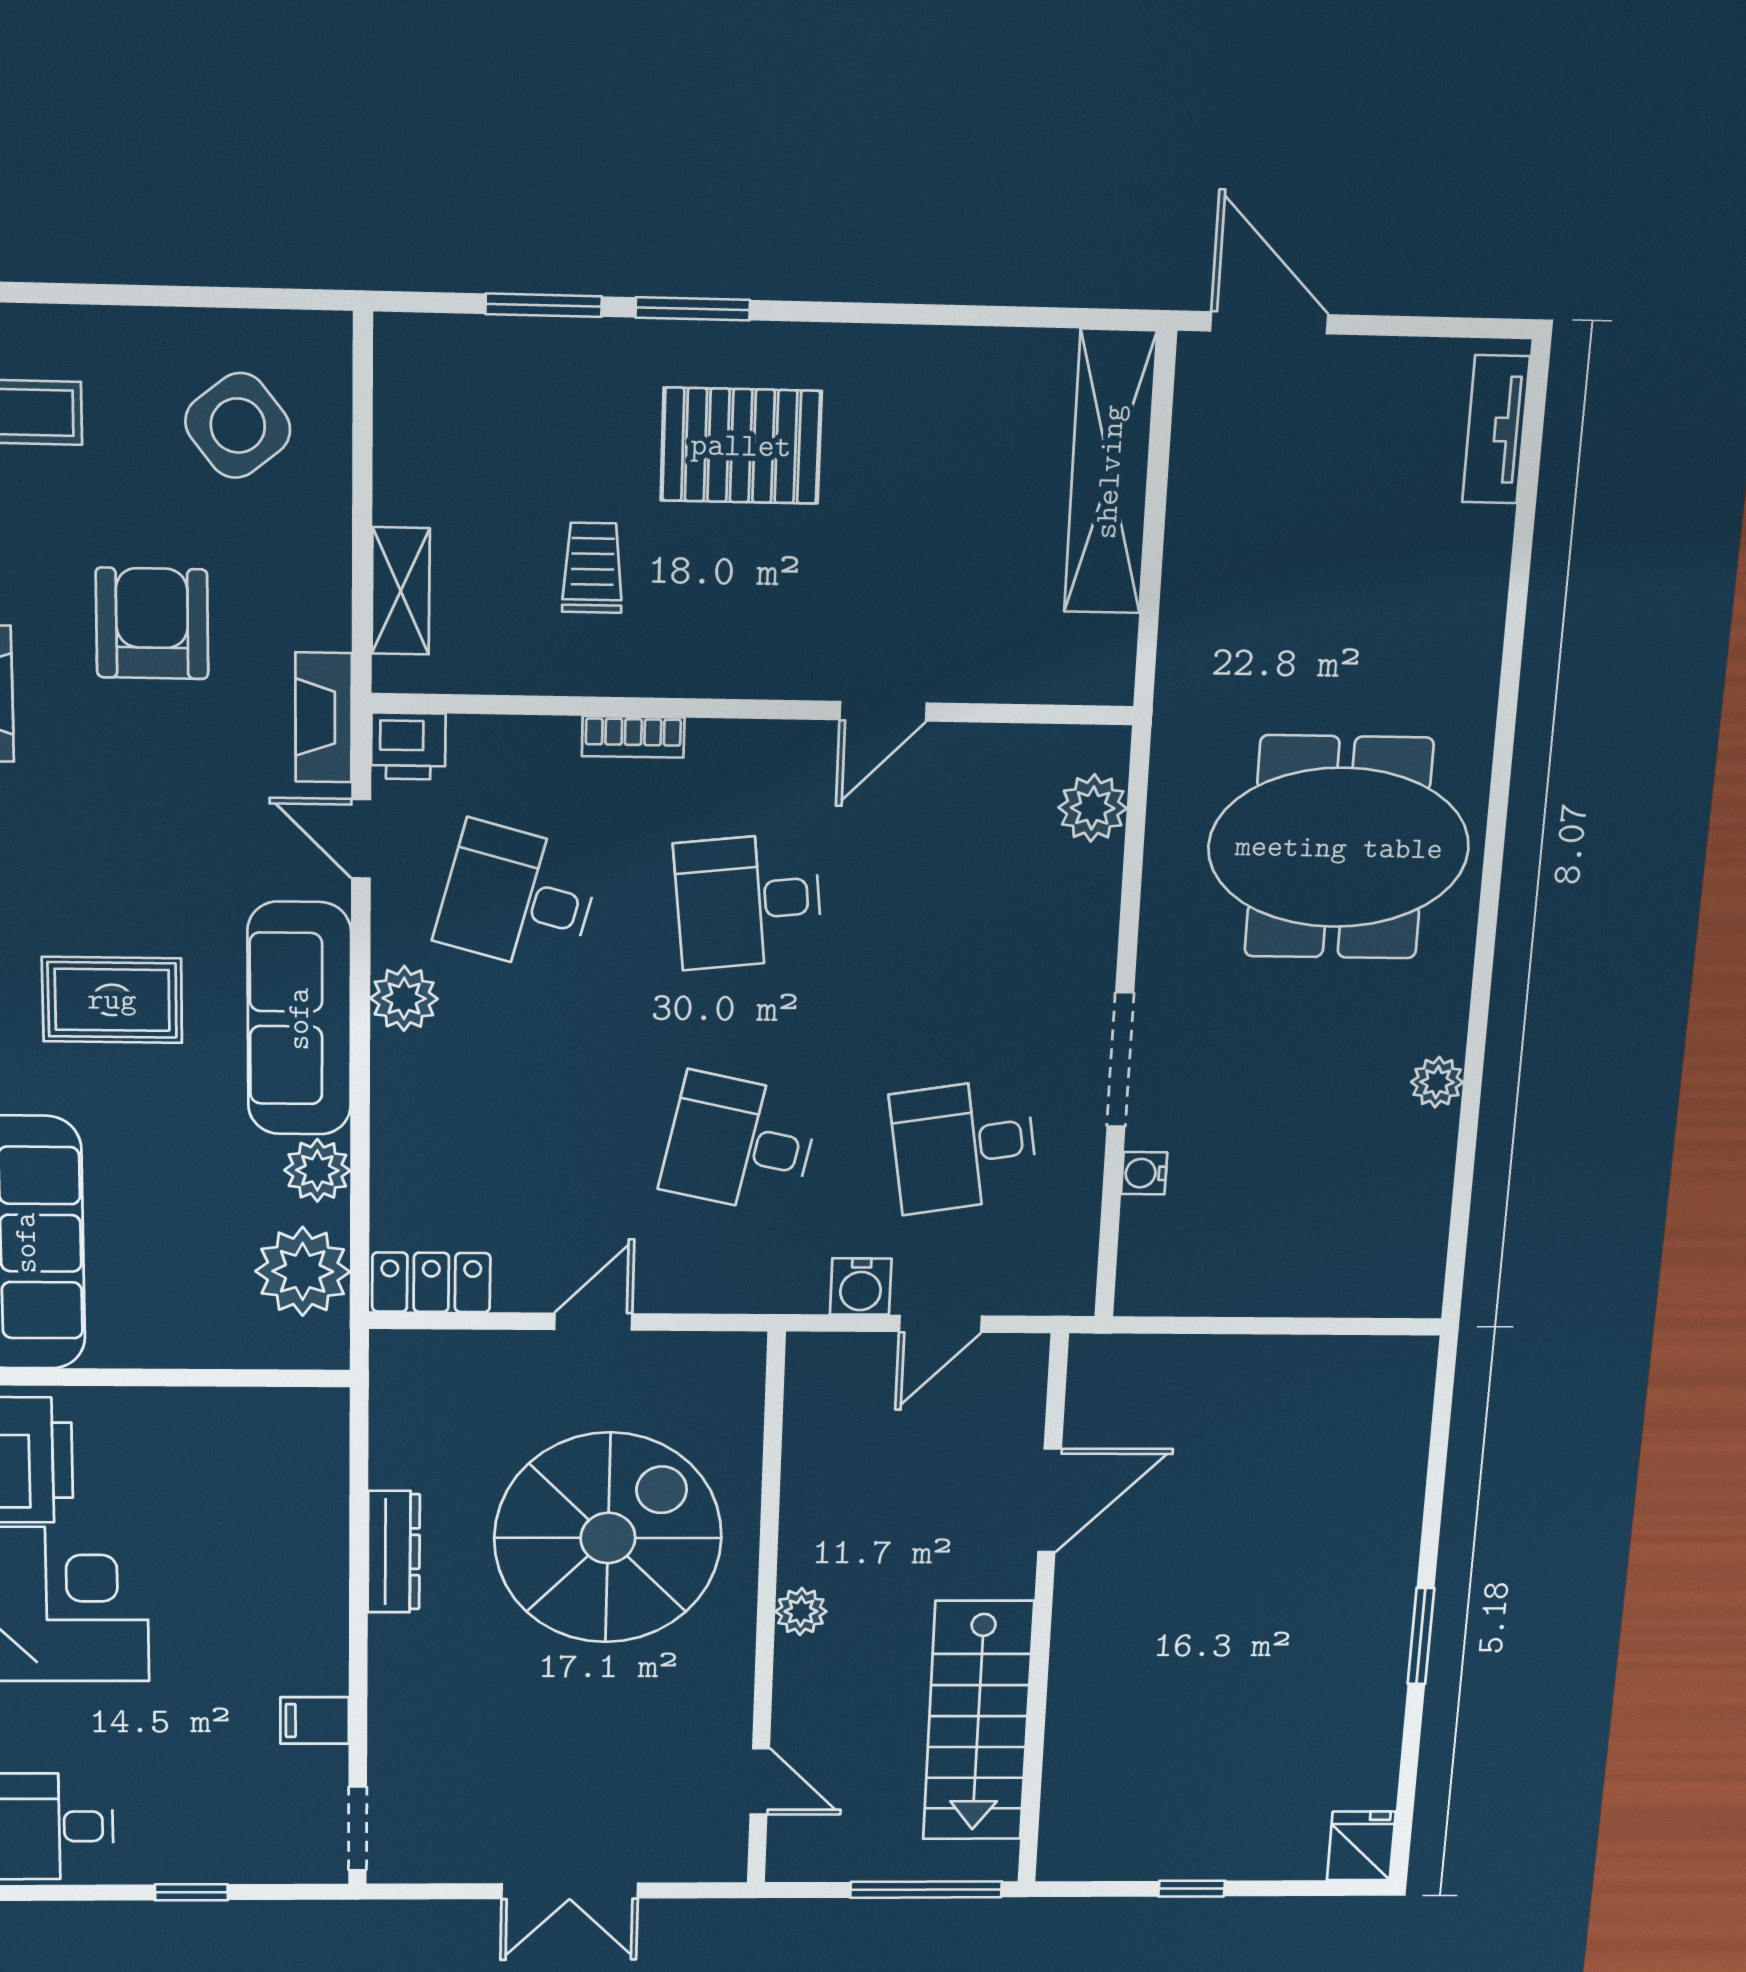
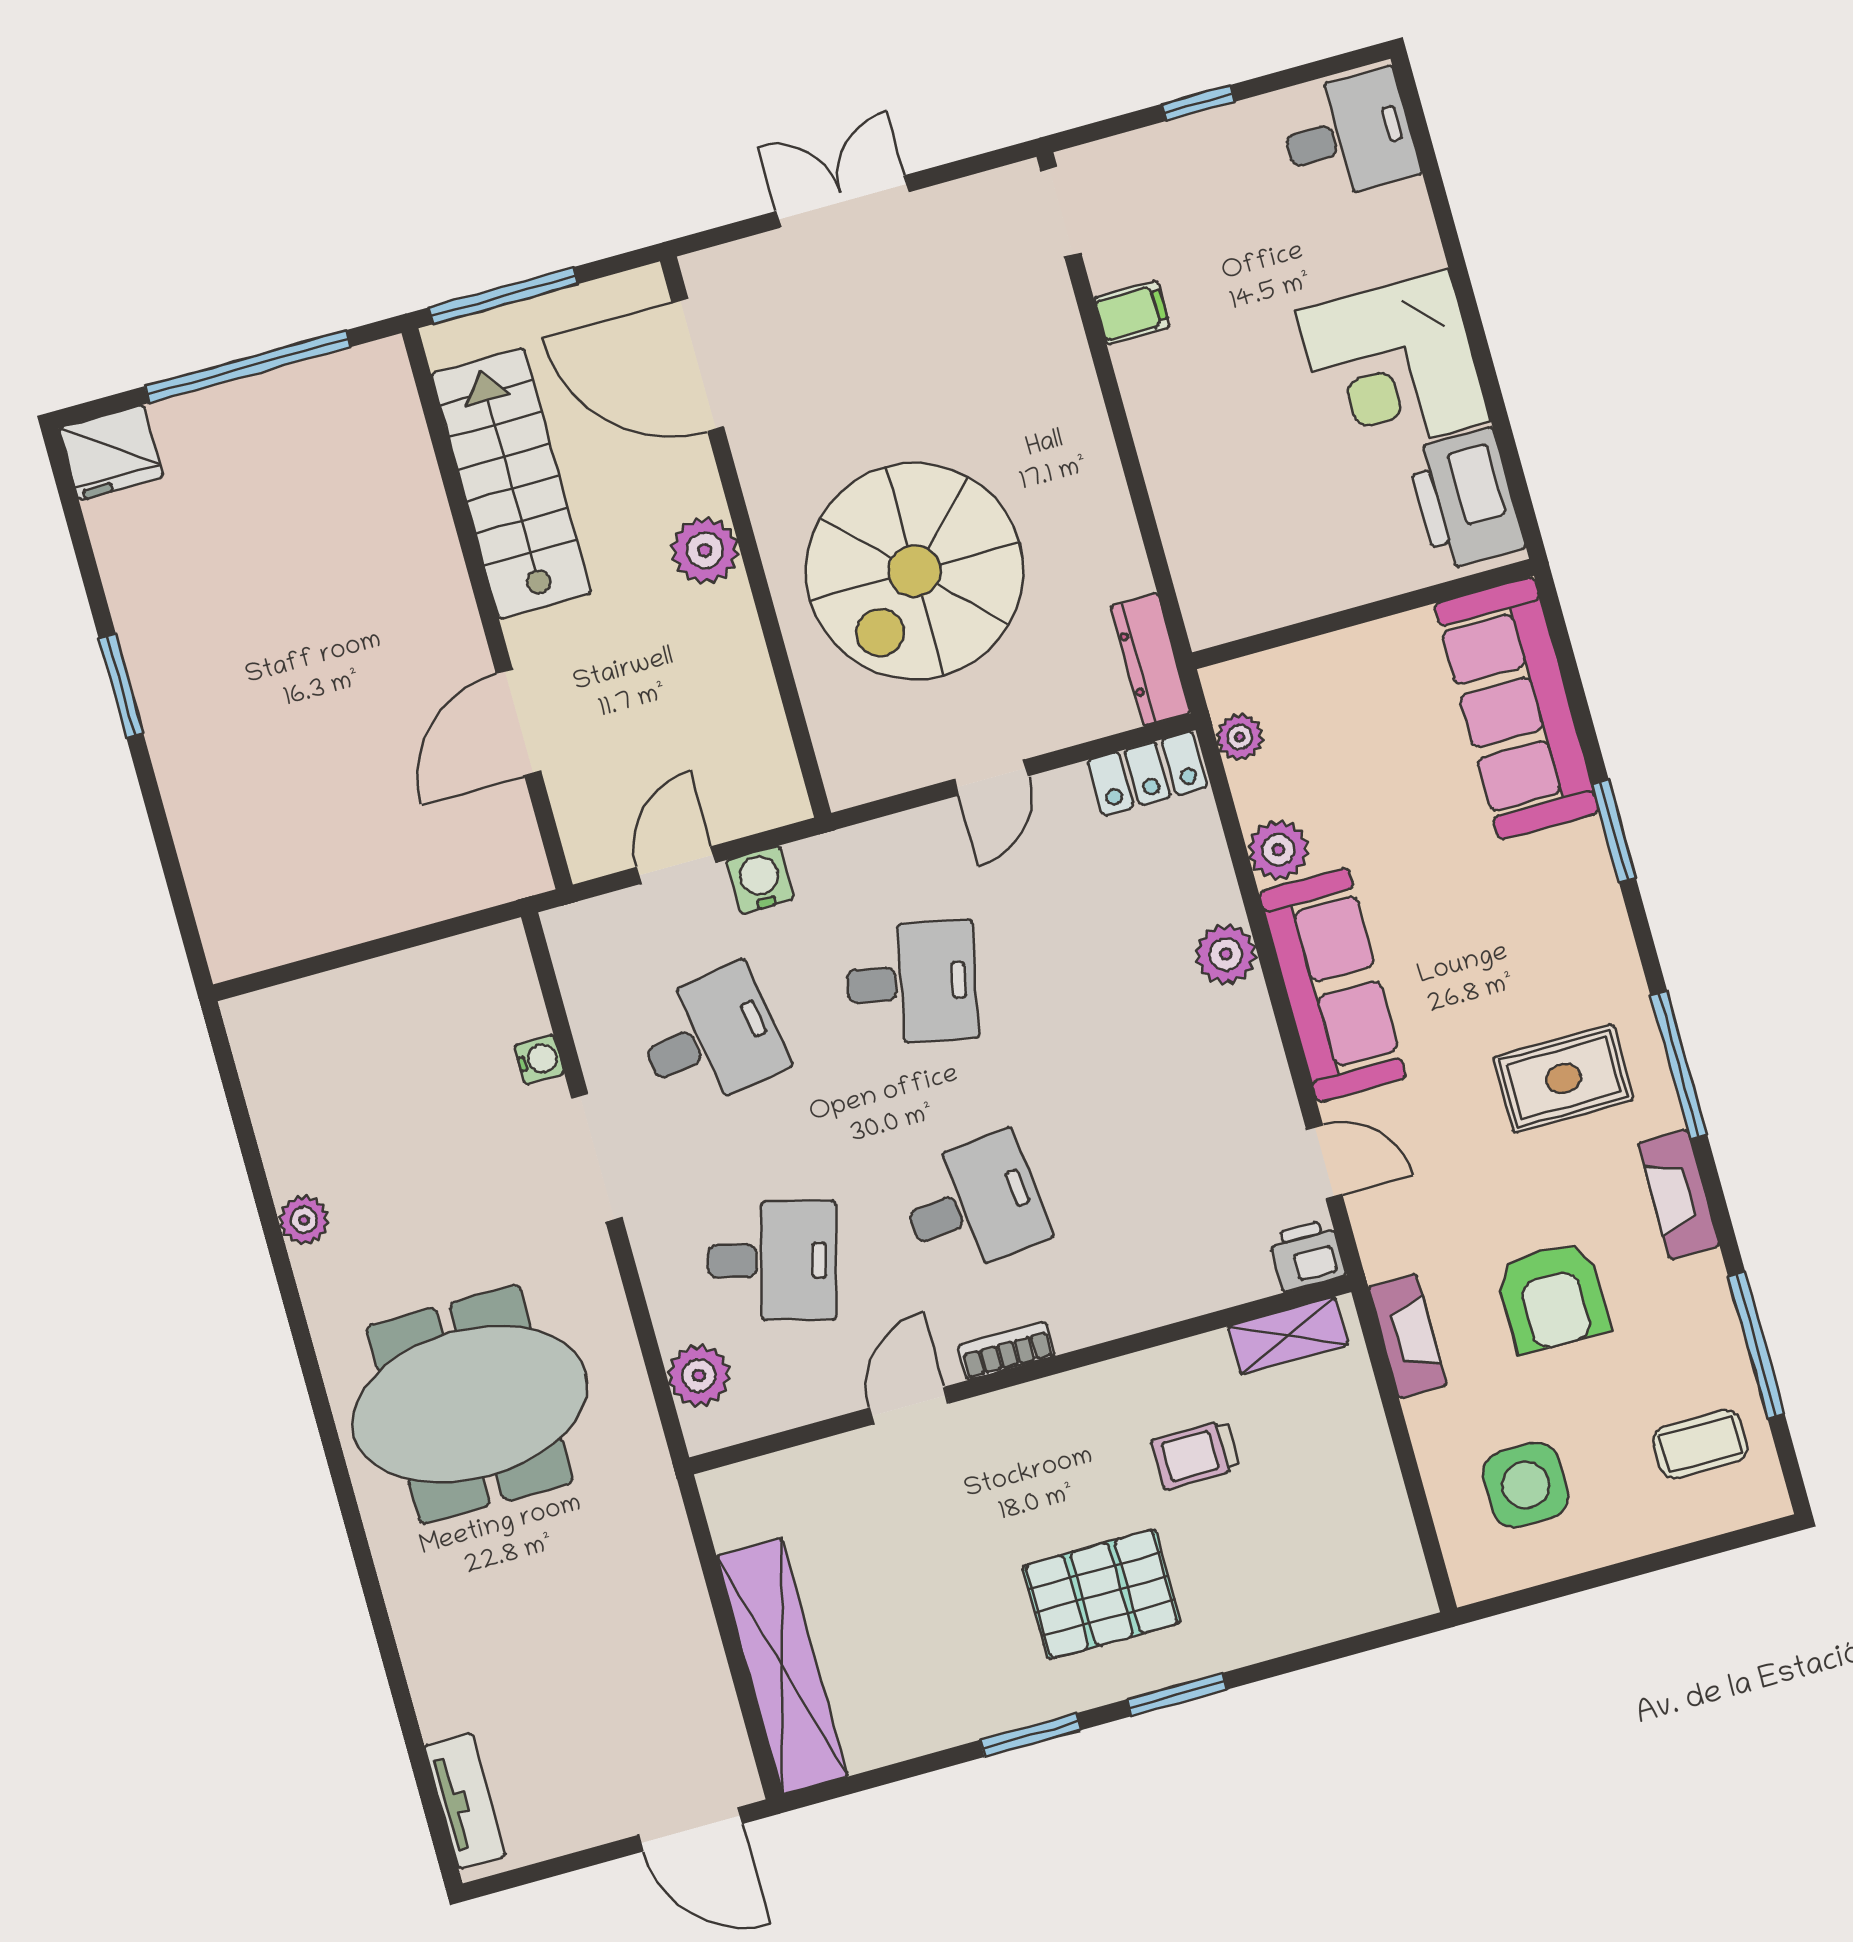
window: (544, 305) -> (1031, 1735), moved
side table: (238, 425) -> (1526, 1485), turned 38
trolley: (593, 568) -> (1196, 1455), turned 90
shelving: (401, 591) -> (1288, 1336), moved, turned 90
fireplace: (324, 717) -> (1407, 1336), moved
bookcase: (633, 737) -> (1006, 1351), moved
desk: (518, 898) -> (772, 1261), moved
plant: (404, 998) -> (1226, 954), moved
rug: (112, 1000) -> (1563, 1078), moved
plant: (303, 1271) -> (1240, 737), width x0.53, depth x0.53
dresser: (394, 1552) -> (1150, 659), moved
plant: (801, 1611) -> (705, 550), width x1.38, depth x1.38
door: (760, 1781) -> (698, 365), width x1.88
fridge: (1361, 1846) -> (111, 453), width x1.38
window: (1192, 1889) -> (248, 367), width x3.17

